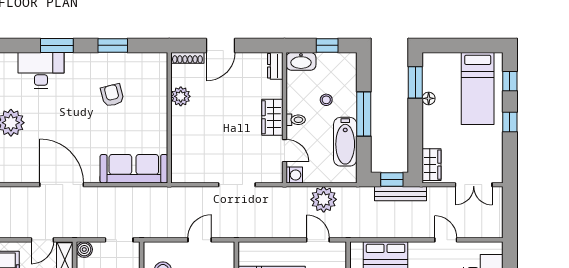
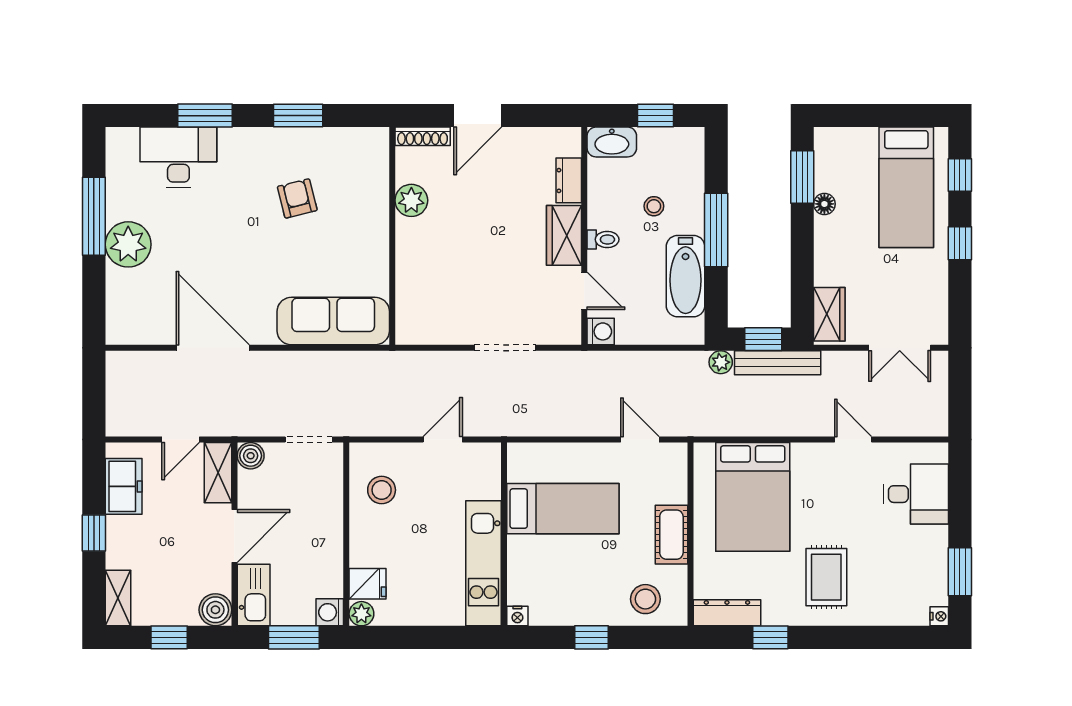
dresser: (275, 66) -> (569, 180), moved
plant: (324, 199) -> (721, 362), moved, width x0.53, depth x0.53

